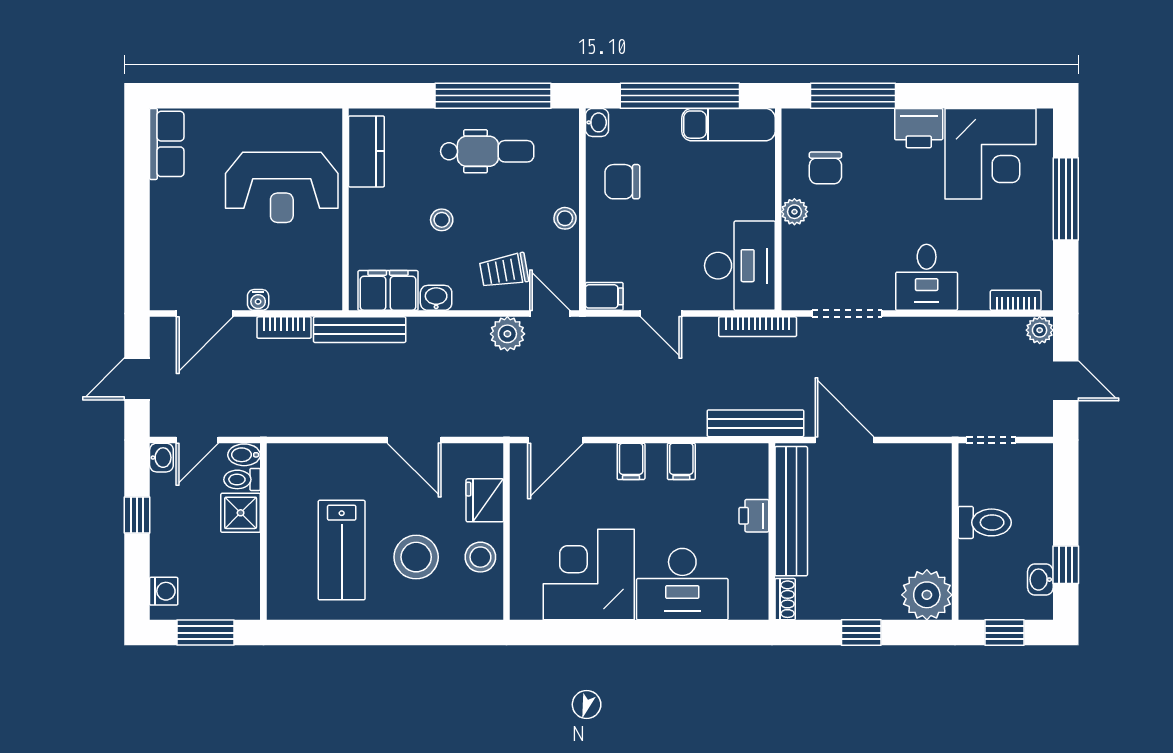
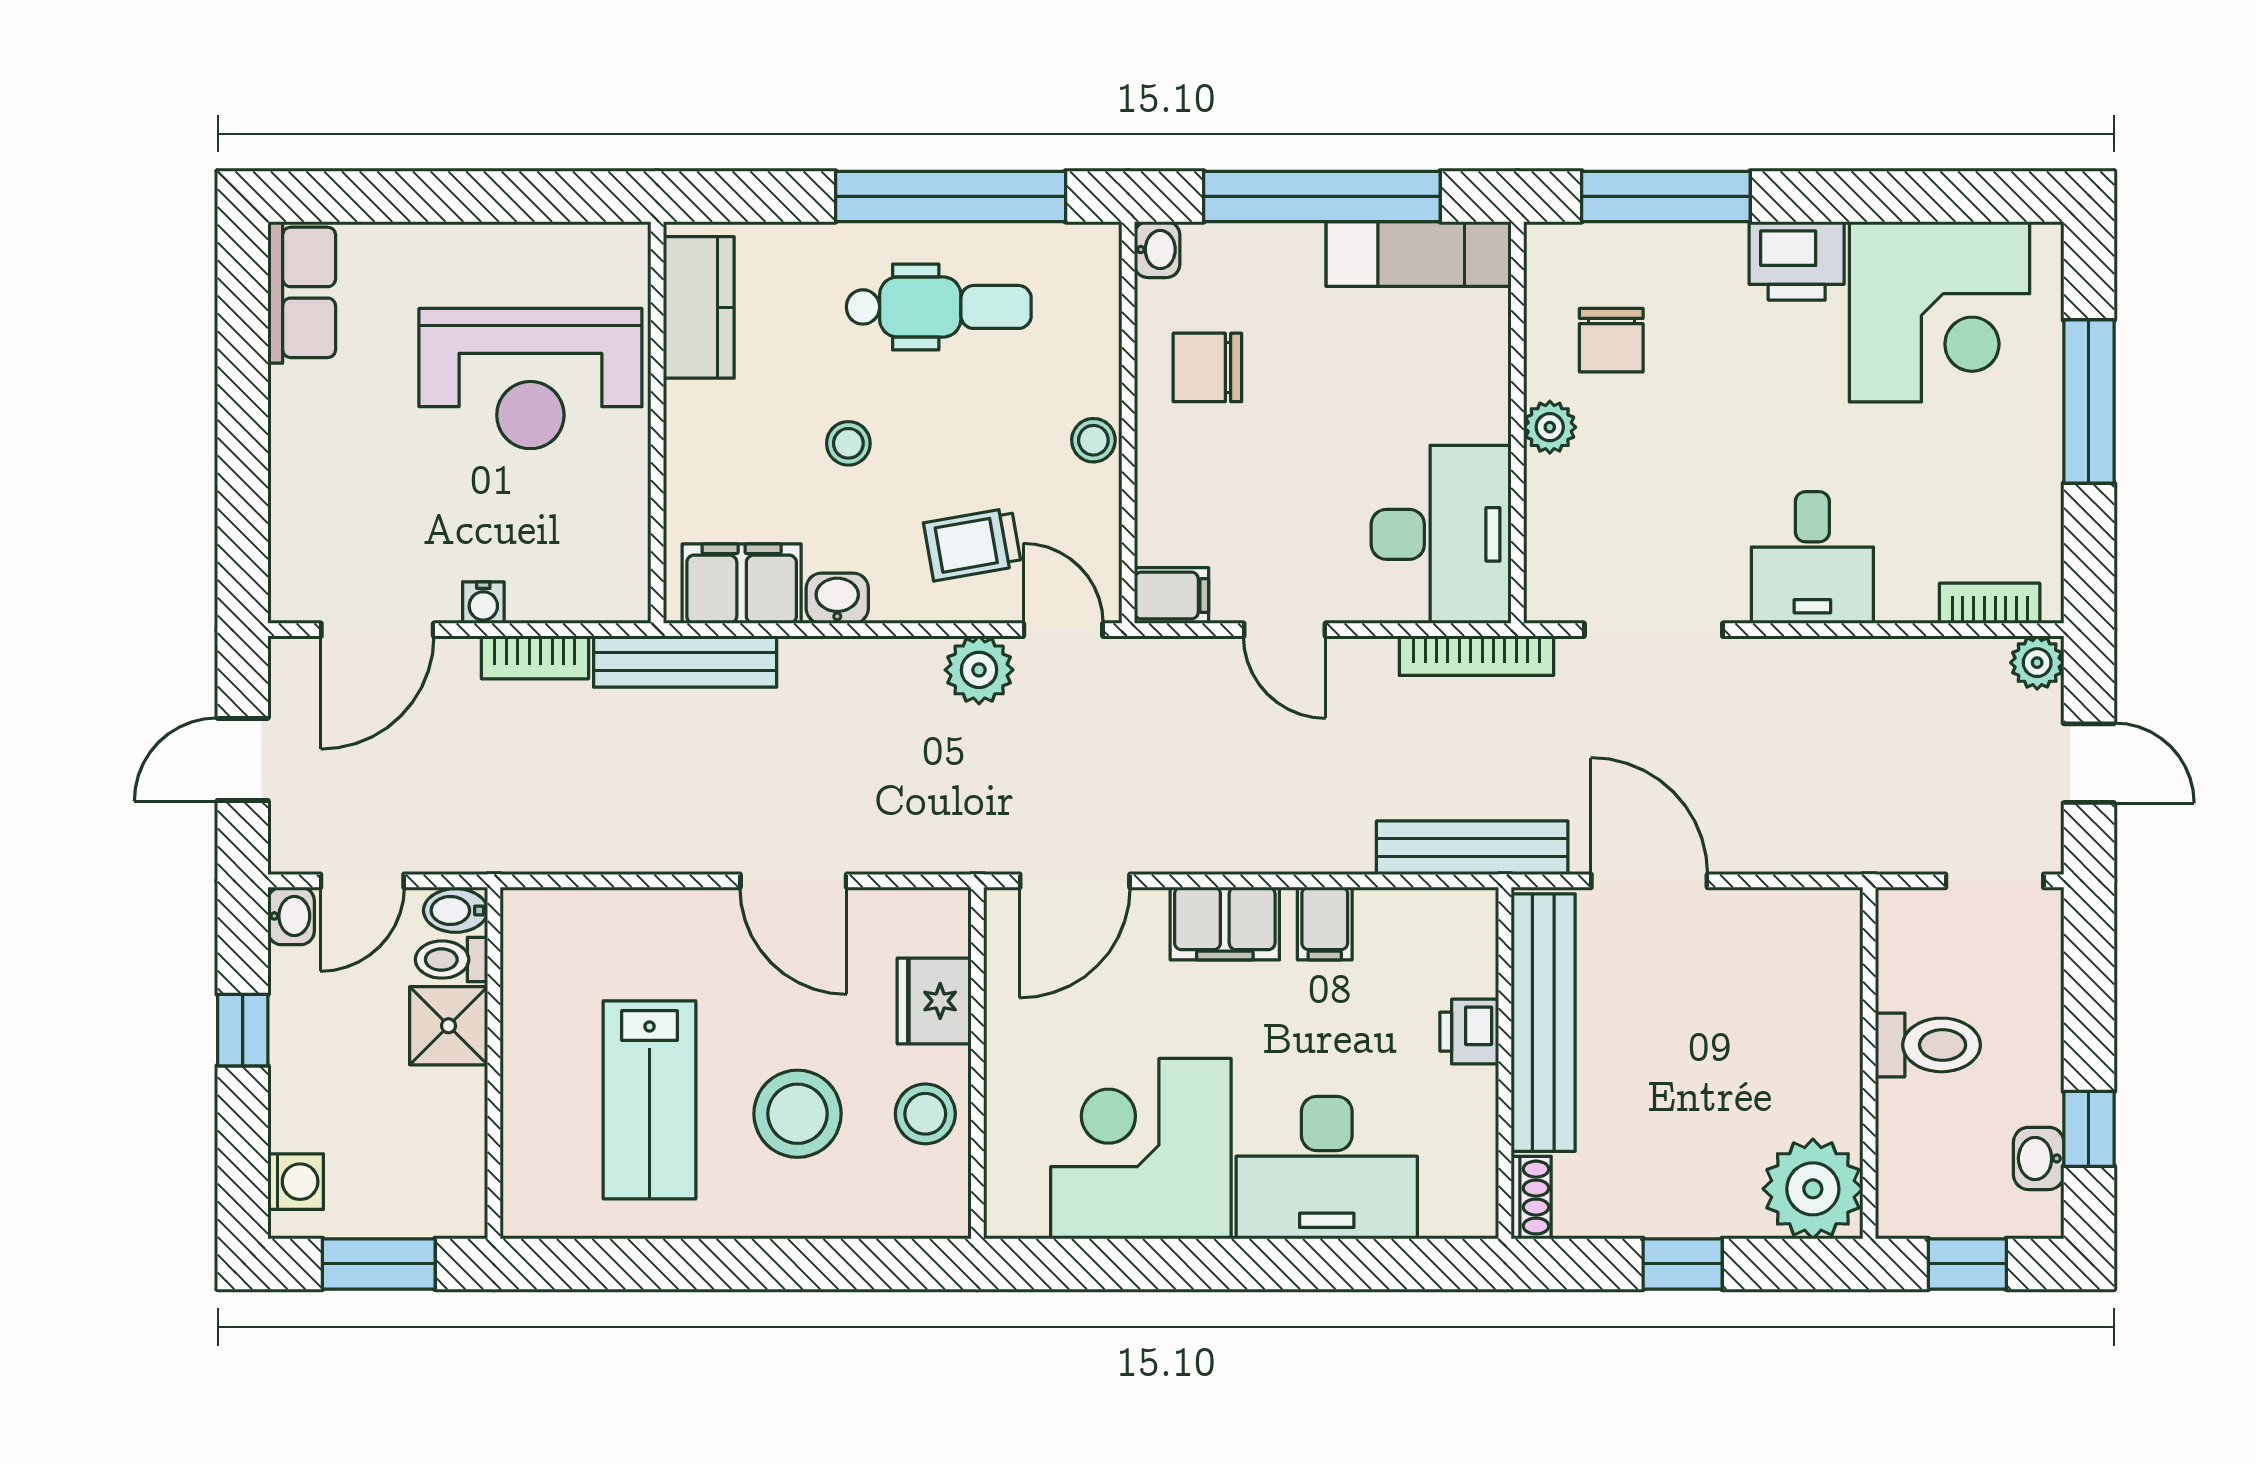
doorway: (991, 440) -> (1995, 881), moved
filing cabinet: (631, 461) -> (1225, 924), width x2.00

